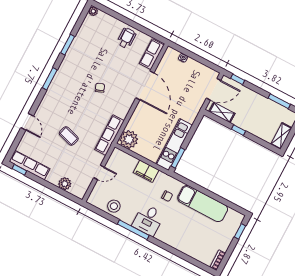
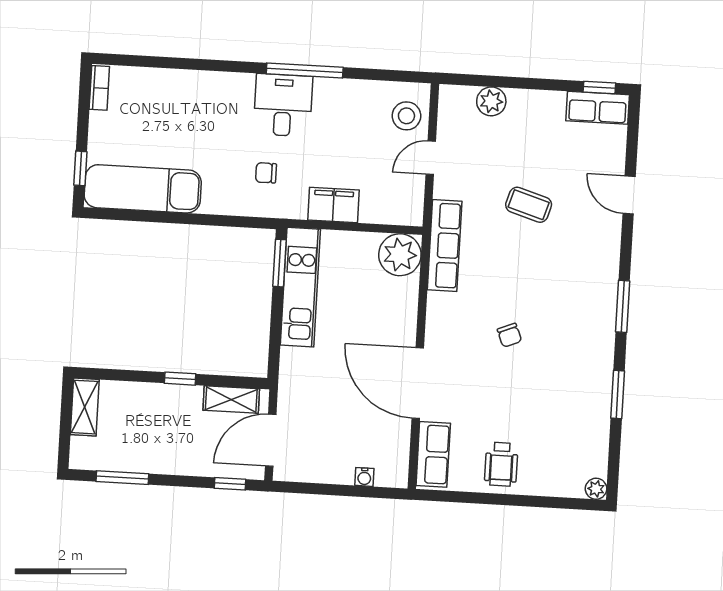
row of seats: (30, 165) -> (598, 108), width x0.68
exam couch: (203, 204) -> (143, 189), moved
stool: (114, 206) -> (406, 116), moved

